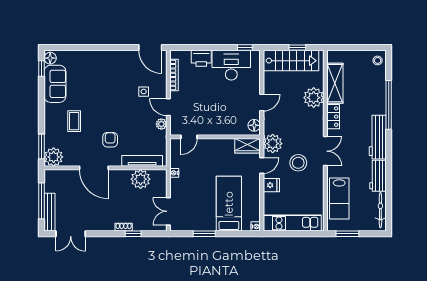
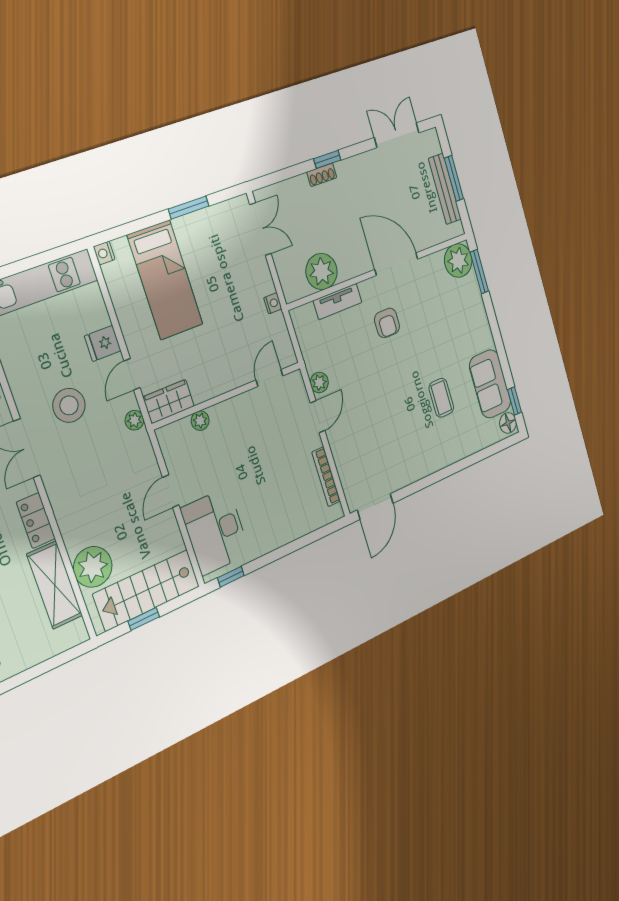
door: (150, 48) -> (375, 507), swing flipped
printer: (201, 58) -> (293, 525), removed
desk: (231, 65) -> (215, 531), moved, turned 90
side table: (144, 92) -> (363, 427), removed
plant: (314, 98) -> (93, 567), moved
door: (168, 107) -> (318, 417), hinge flipped
coffee table: (74, 121) -> (441, 398), moved
floor lamp: (254, 125) -> (170, 444), removed
plant: (234, 130) -> (200, 421), added
plant: (273, 144) -> (134, 420), width x0.53, depth x0.53
tv unit: (142, 161) -> (338, 301), width x0.71
window: (42, 201) -> (454, 178), width x0.69
bench: (49, 212) -> (445, 189), moved
window: (133, 234) -> (327, 159), moved

